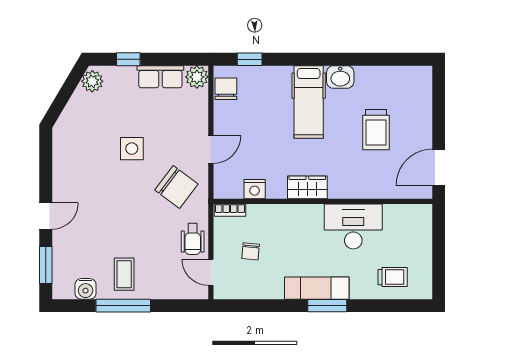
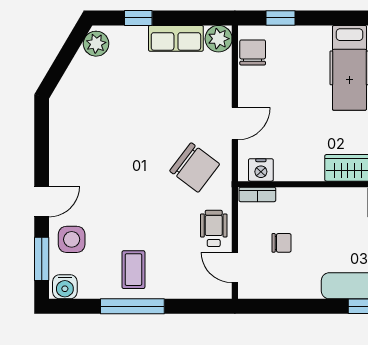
side table: (132, 149) -> (72, 239), moved
nightstand: (255, 189) -> (261, 170), moved
wheelchair: (193, 239) -> (214, 228), turned 180
chair: (251, 251) -> (281, 243), turned -95
water cooler: (86, 289) -> (65, 287), moved

